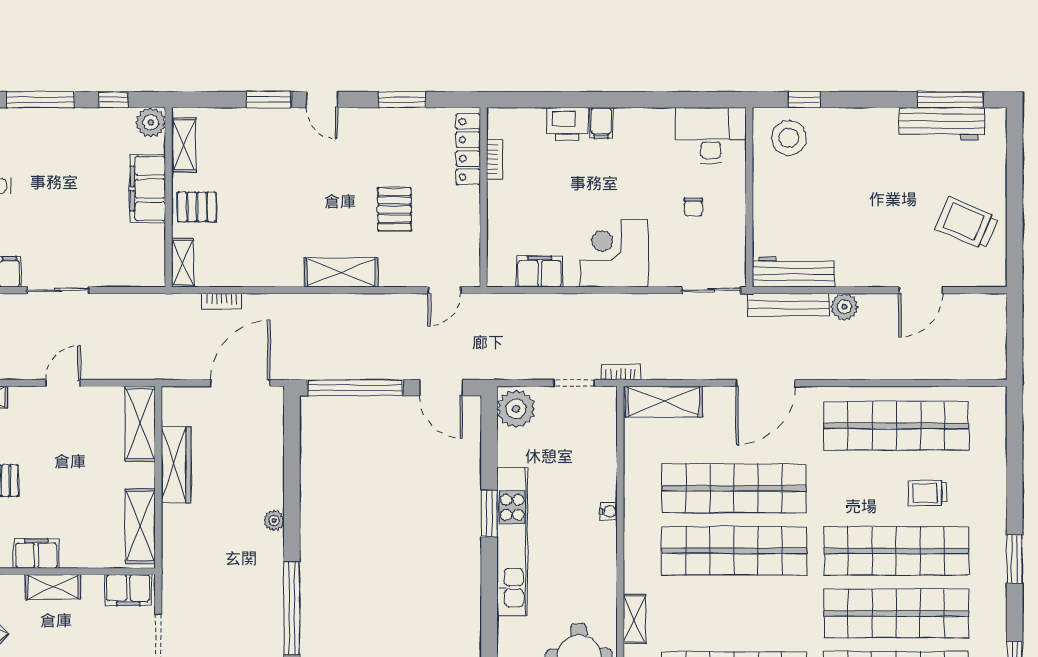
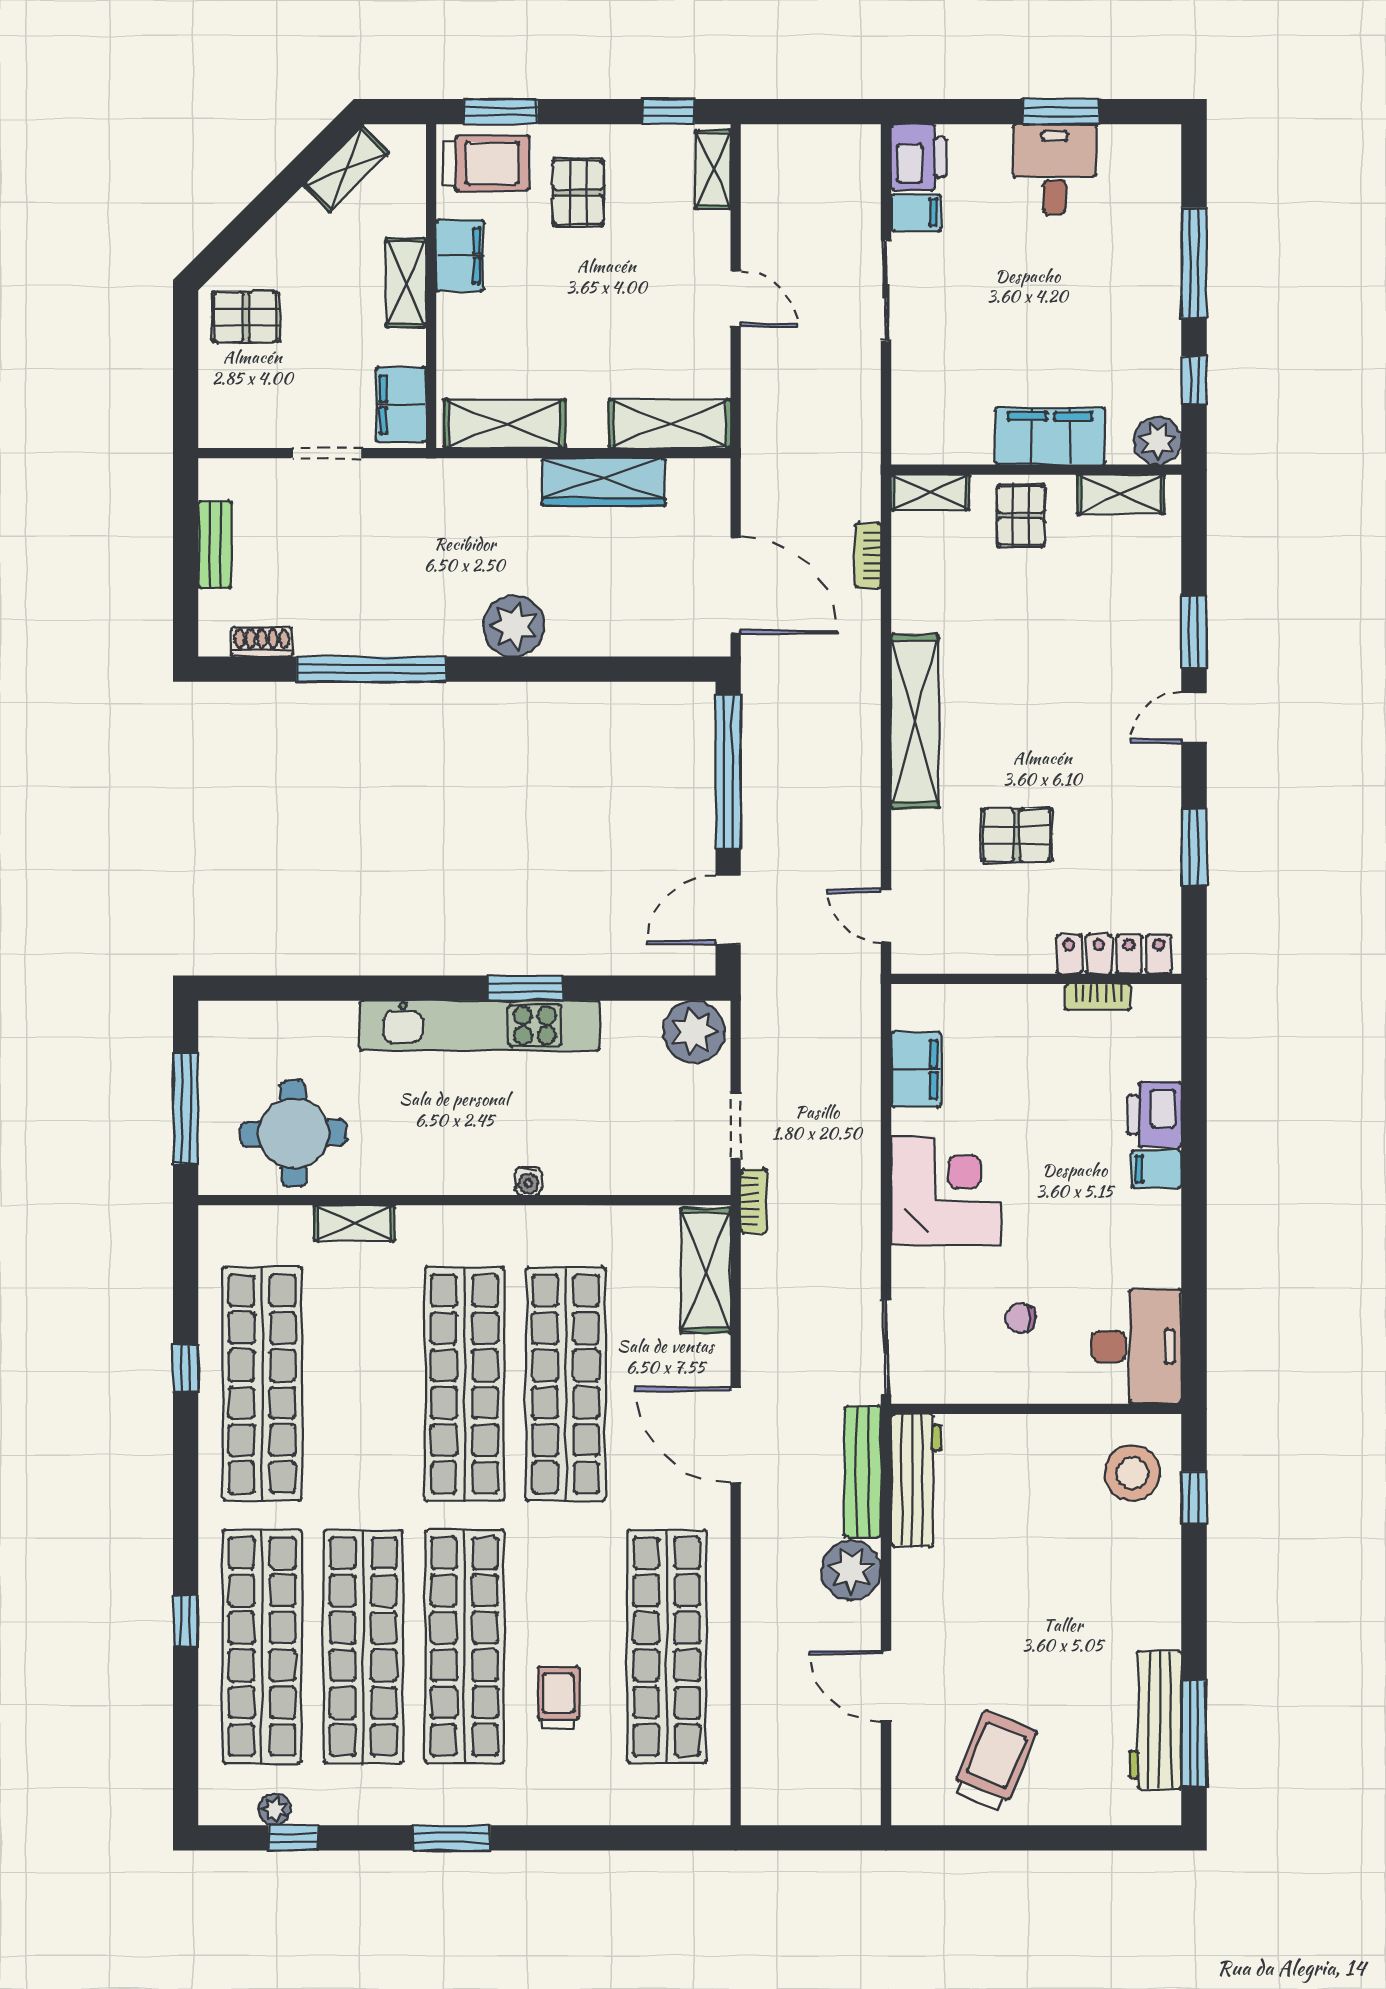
shelving: (341, 272) -> (915, 721), width x1.47
plant: (844, 307) -> (851, 1571), width x1.36, depth x1.36
plant: (274, 520) -> (514, 626), width x1.87, depth x1.87

